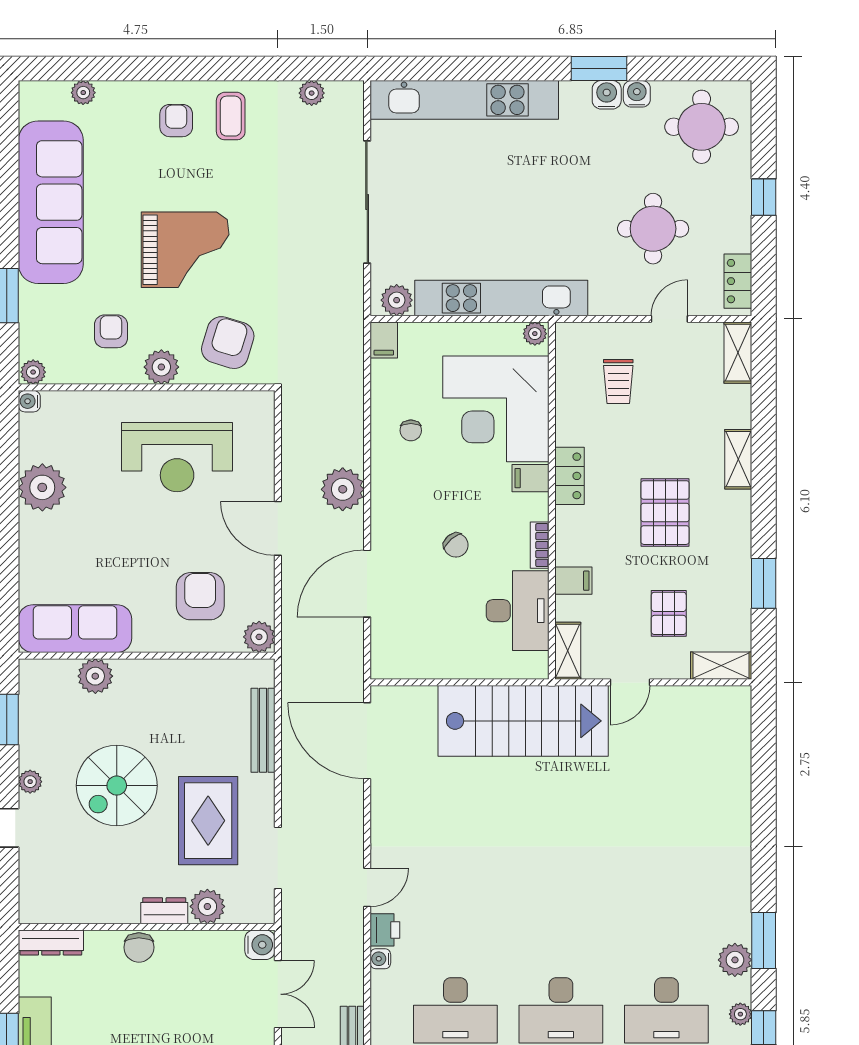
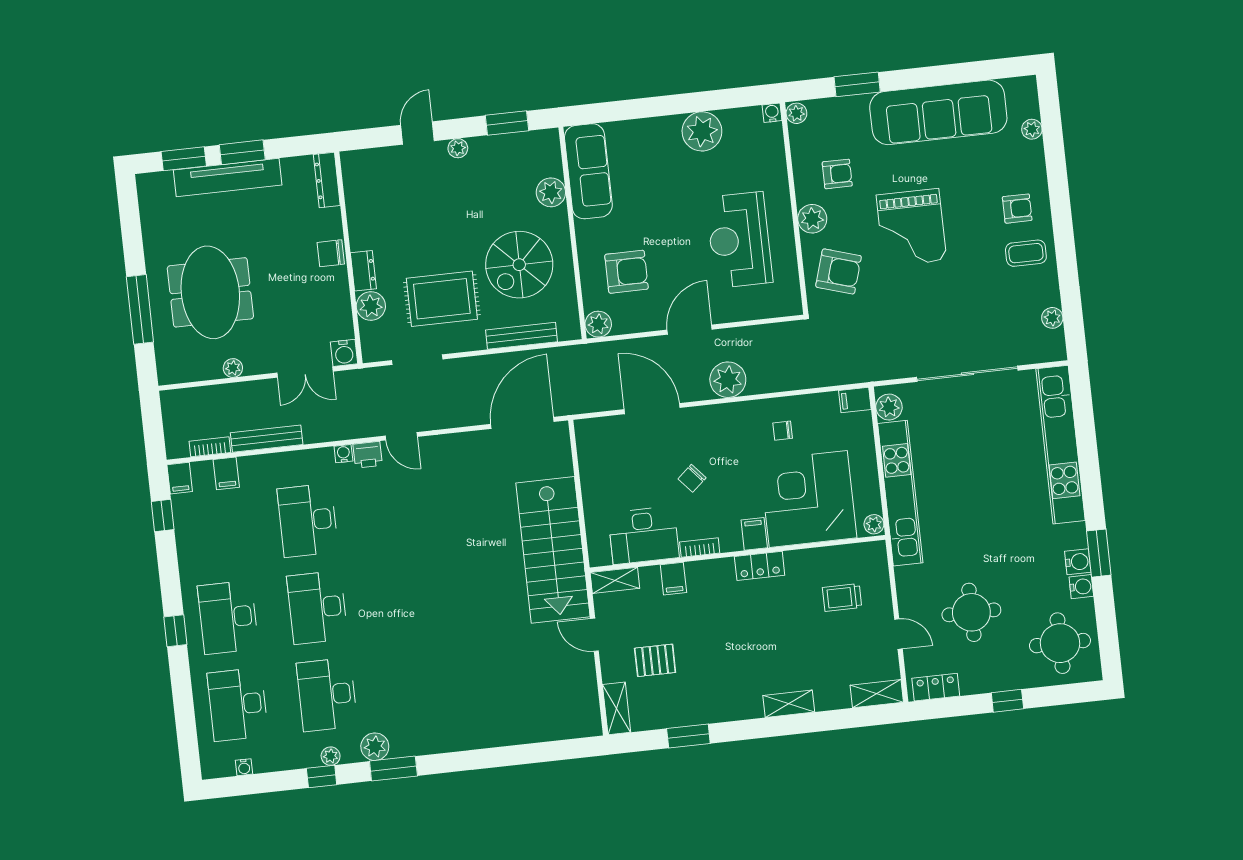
pallet: (665, 513) -> (738, 648), removed
spiral stairs: (117, 786) -> (519, 265), moved, turned -90

